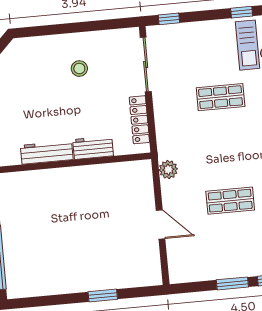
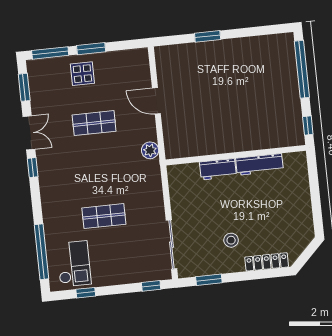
window: (105, 25) -> (209, 280), added
locker: (139, 120) -> (267, 262), moved, turned -90
display table: (242, 256) -> (82, 74), added

